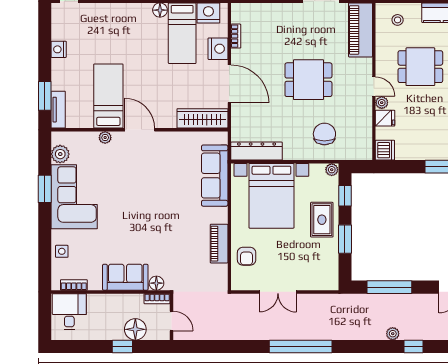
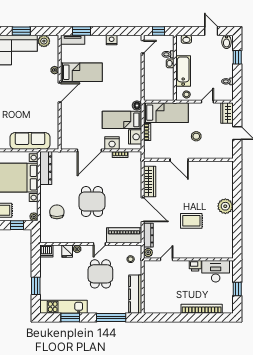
door: (374, 86) -> (99, 244), moved
wardrobe: (202, 118) -> (67, 133), removed
chair: (324, 134) -> (57, 212), turned -90

